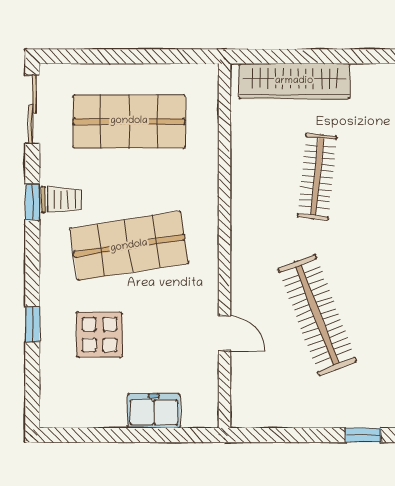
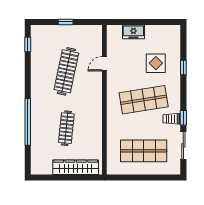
sliding door: (32, 109) -> (183, 145), moved
clothes rail: (317, 315) -> (66, 71), turned 33
door: (225, 333) -> (104, 64), hinge flipped
window: (363, 435) -> (66, 22), moved

